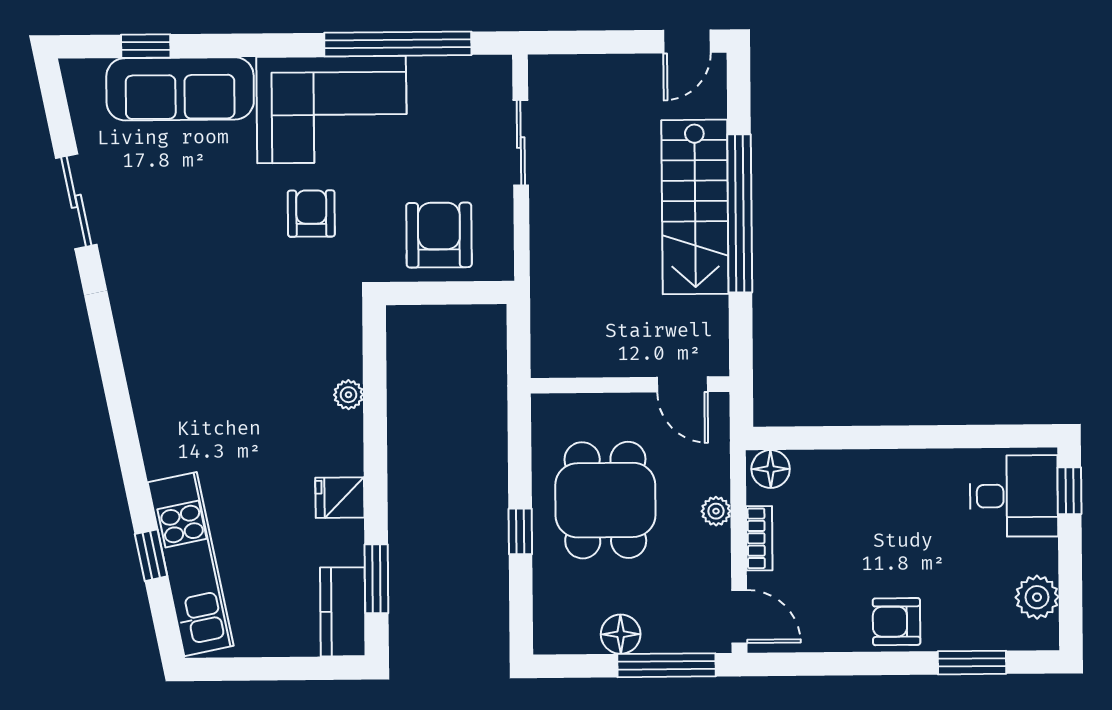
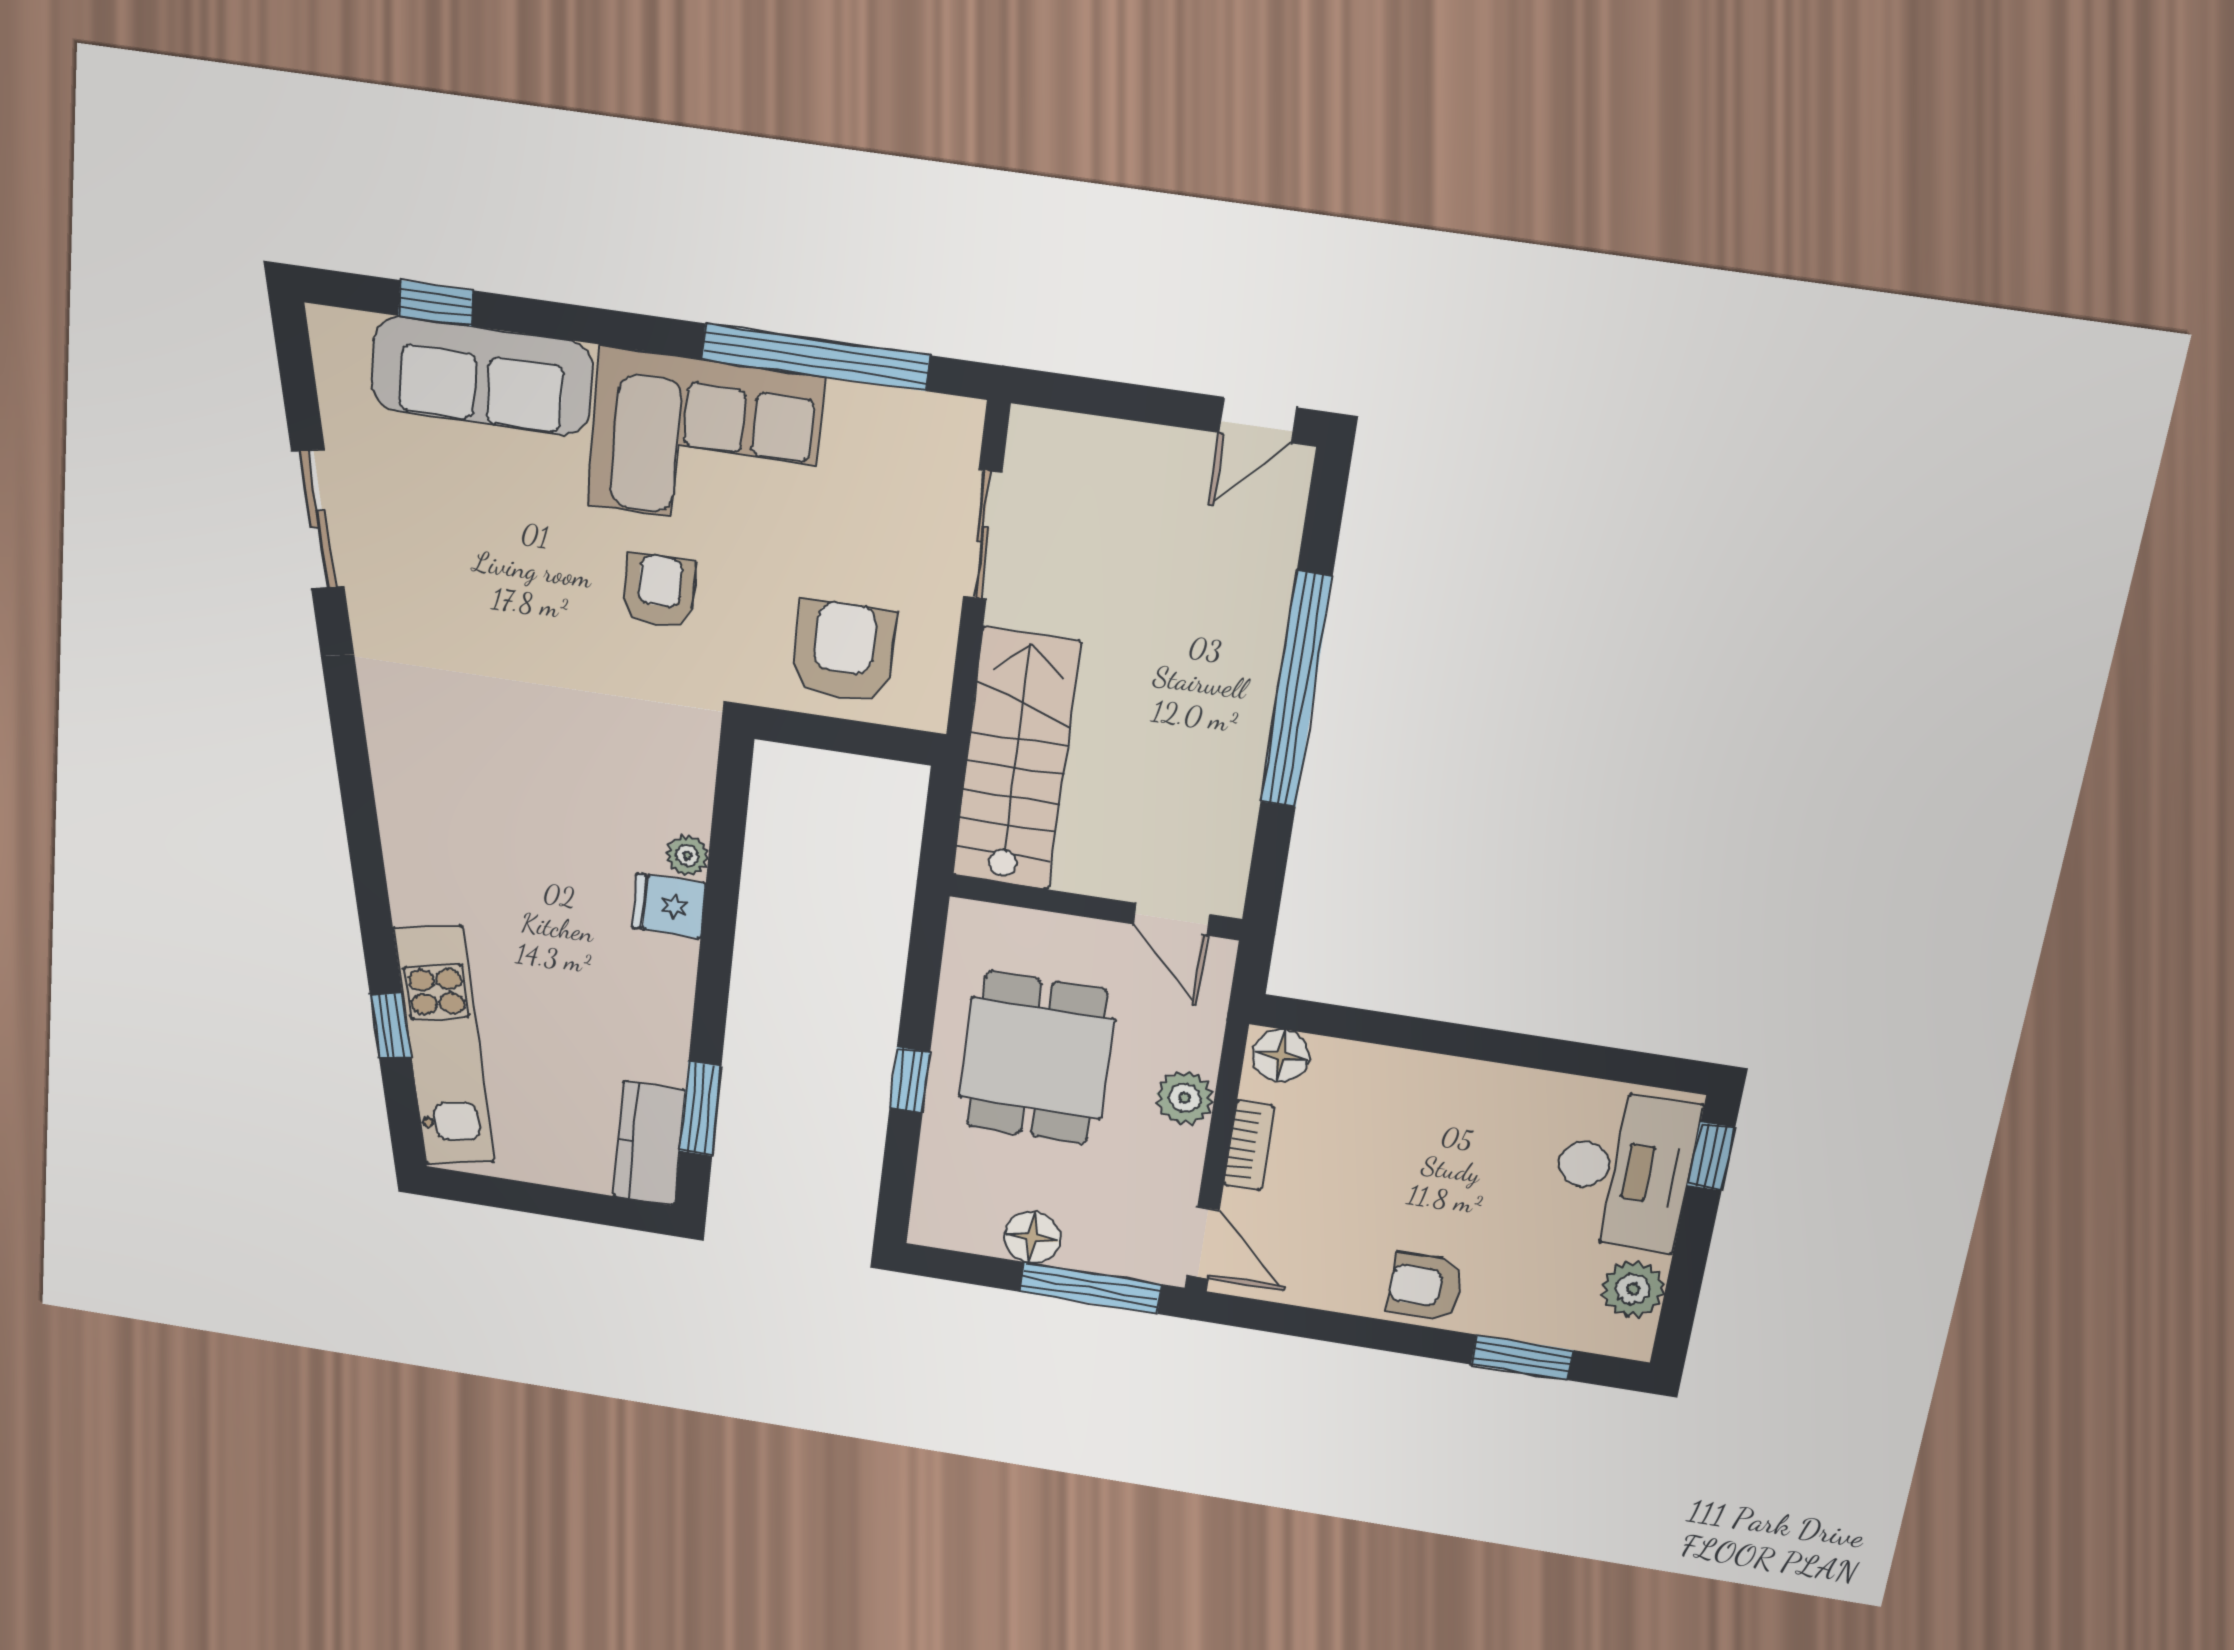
stairs: (695, 207) -> (1016, 759), moved, turned 180
desk: (1014, 496) -> (1624, 1170), width x1.37
fridge: (340, 498) -> (669, 906), moved
plant: (716, 511) -> (1185, 1098), width x1.38, depth x1.38

